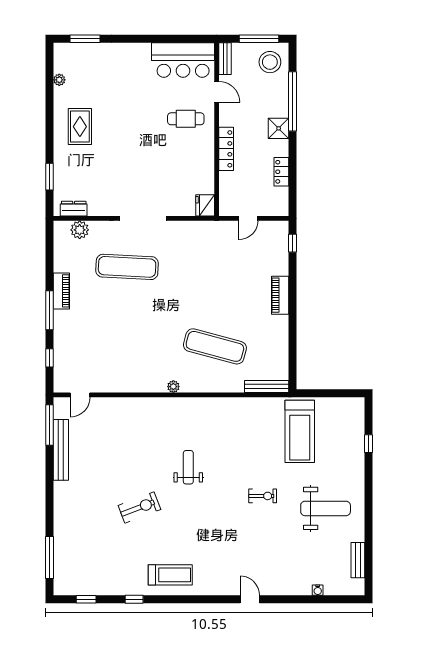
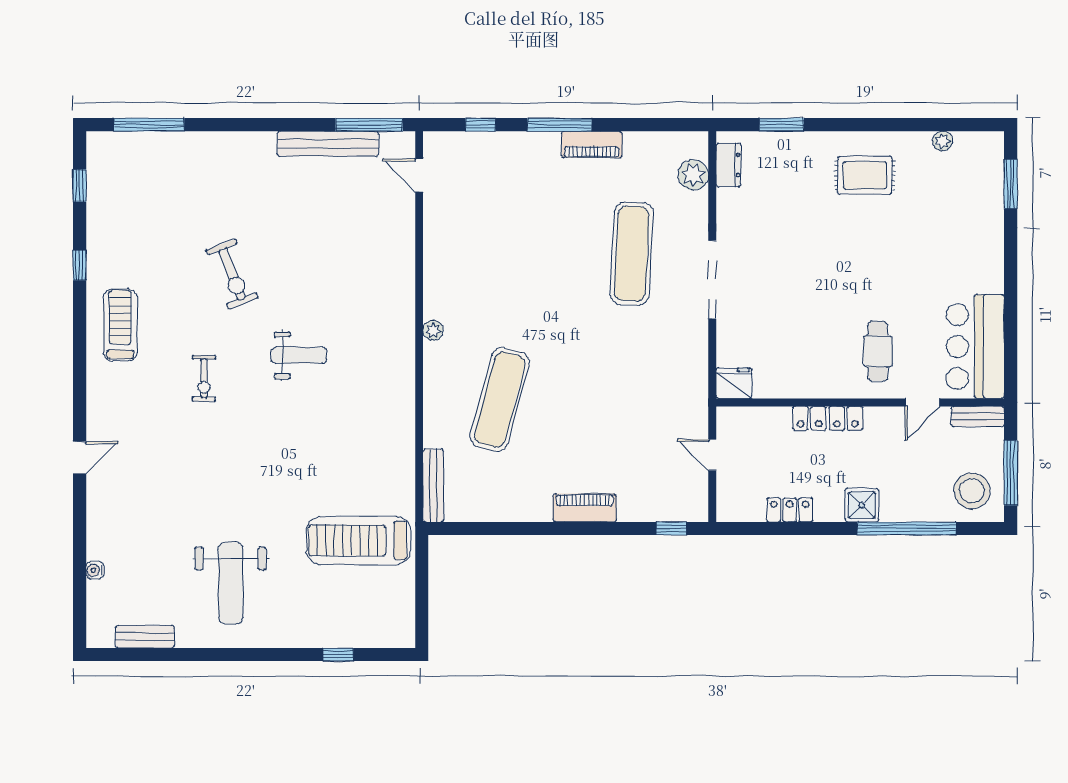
exercise bike: (263, 496) -> (204, 378), moved
treadmill: (170, 575) -> (120, 325), turned 180

